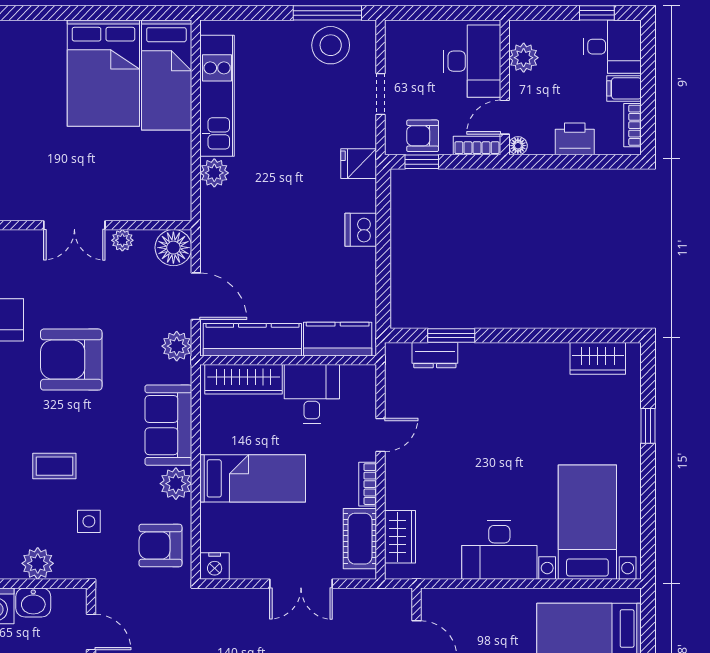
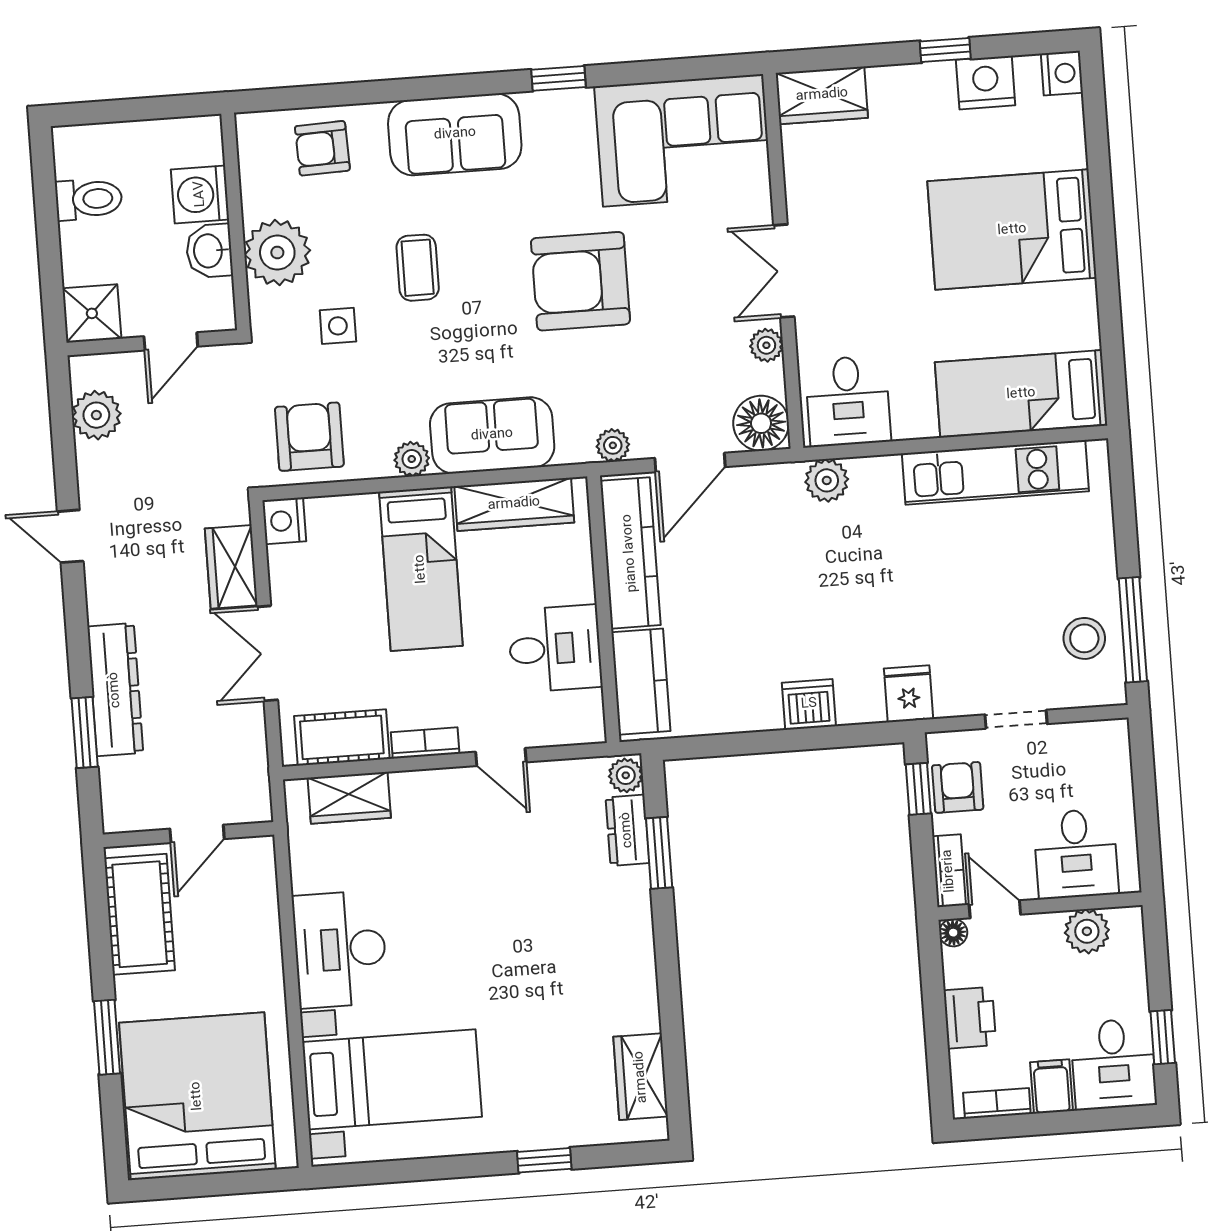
stool: (331, 45) -> (1084, 638), width x0.73, depth x0.73
desk: (472, 61) -> (1076, 854), width x0.73
bed: (103, 73) -> (1012, 230), moved
plant: (214, 173) -> (827, 480), moved
desk: (163, 189) -> (848, 401), added
plant: (177, 346) -> (613, 445), width x0.73, depth x0.73
plant: (399, 354) -> (626, 775), added
armchair: (71, 360) -> (580, 281), turned -90
wardrobe: (244, 379) -> (514, 504), moved, turned -90
plant: (176, 484) -> (412, 459), width x0.73, depth x0.73
plant: (38, 563) -> (277, 253), width x1.36, depth x1.36
wardrobe: (242, 603) -> (231, 567), added

